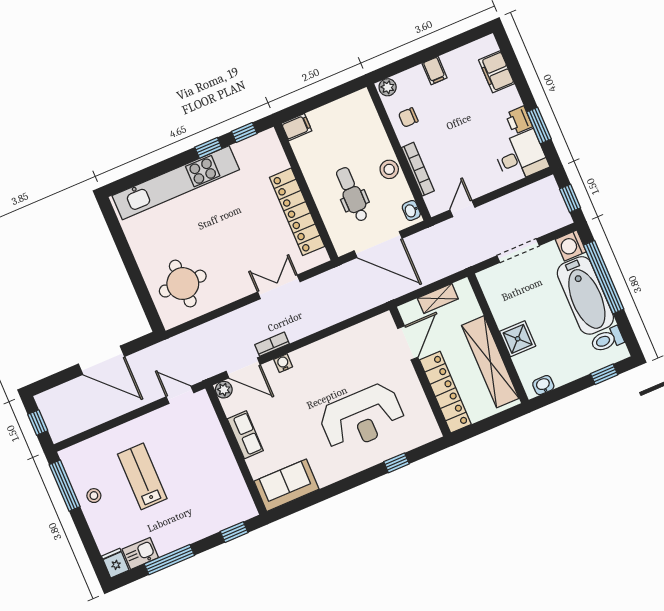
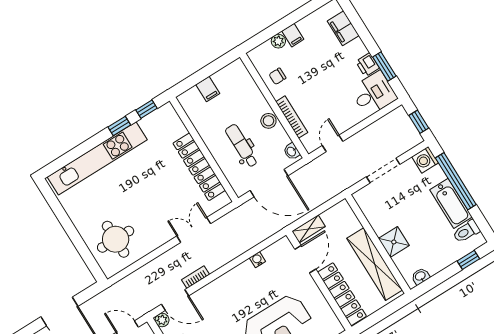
plant: (388, 87) -> (278, 41), moved
filing cabinet: (297, 127) -> (208, 89), moved, turned 90
bathtub: (585, 295) -> (451, 203), width x0.73, depth x0.73
shelving: (438, 298) -> (309, 229), moved
water cooler: (283, 363) -> (257, 260), moved

